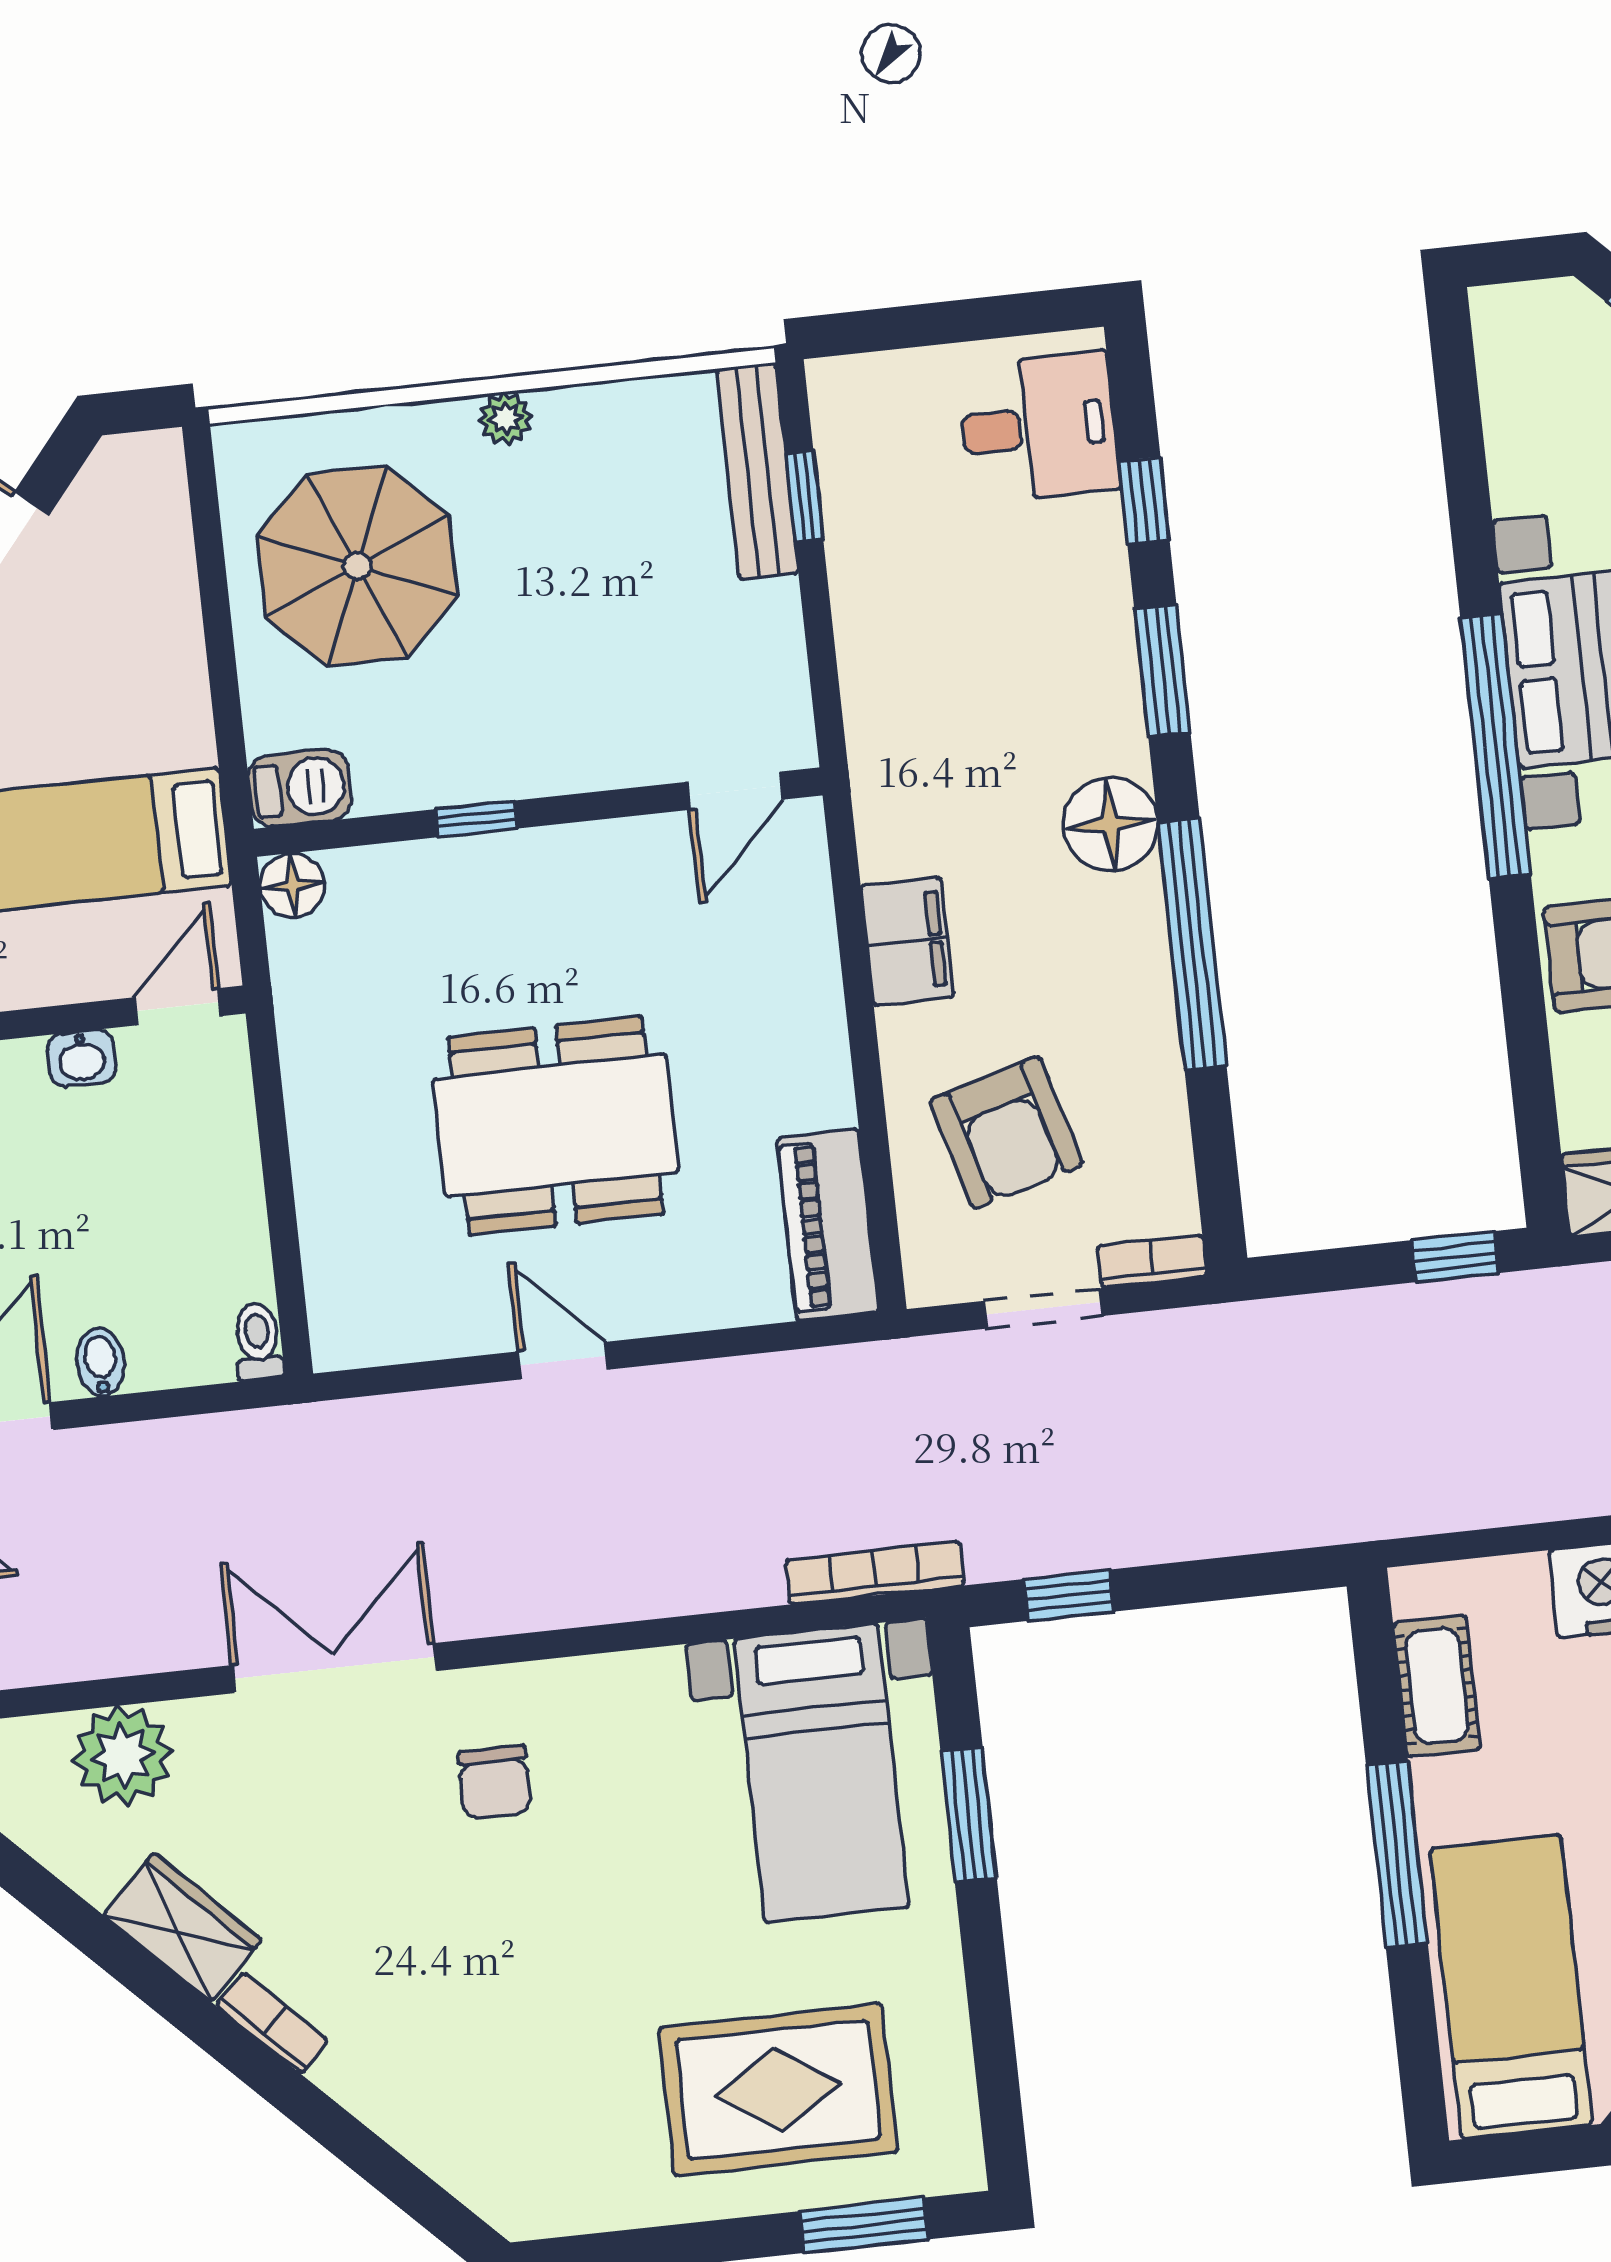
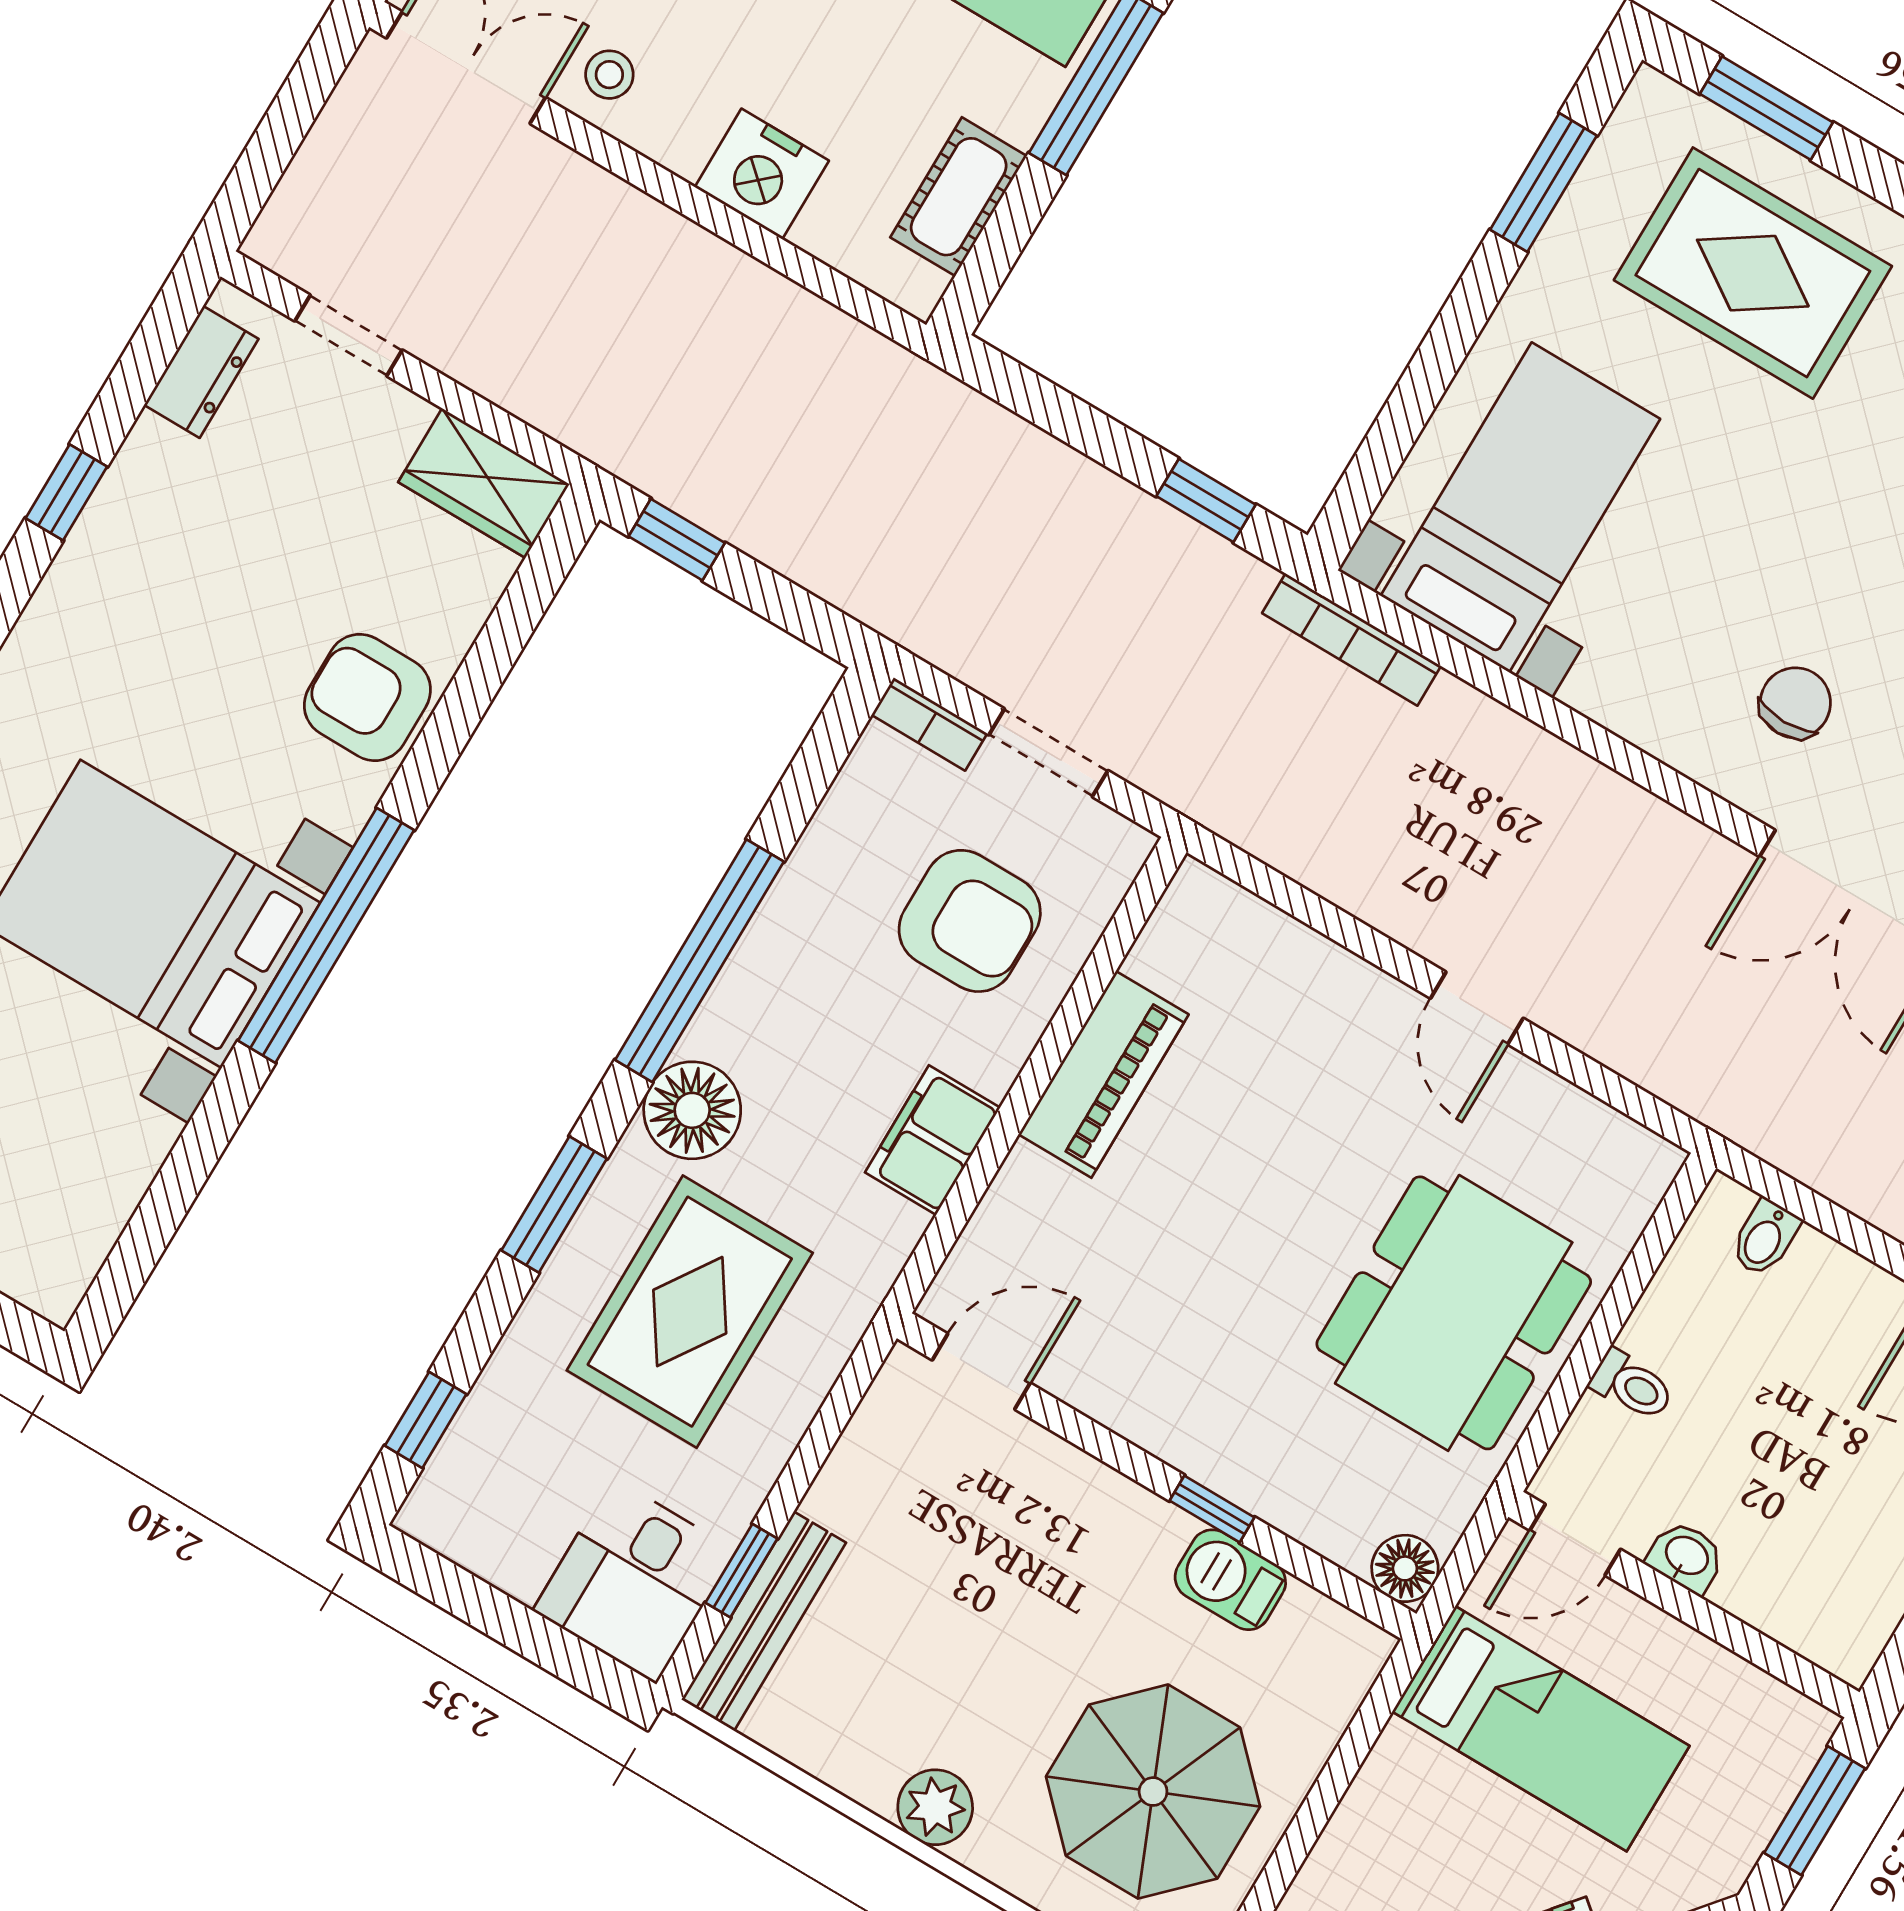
plant: (506, 418) -> (935, 1807), width x1.38, depth x1.38
desk: (1039, 427) -> (634, 1580), moved, turned -90
window: (1144, 500) -> (426, 1420), moved
rug: (995, 667) -> (690, 1312), added
barbecue: (300, 788) -> (1230, 1580), moved
dining table: (556, 1126) -> (1454, 1313), moved, turned 90
armchair: (1006, 1132) -> (970, 921), turned 106
piano: (828, 1225) -> (1104, 1074), moved
toilet: (258, 1342) -> (1632, 1385), moved, turned -90
bidet: (100, 1362) -> (1765, 1238), moved
window: (969, 1815) -> (1543, 183), moved

